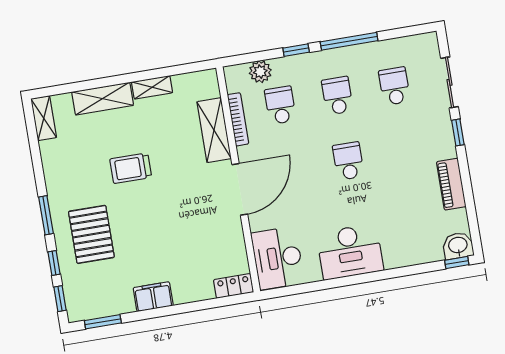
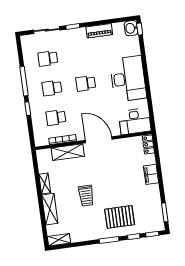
plant: (260, 72) -> (38, 127), removed
desk: (350, 252) -> (128, 79), width x1.36, depth x1.30
filing cabinet: (153, 297) -> (151, 174), moved

